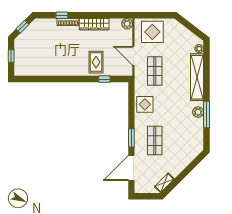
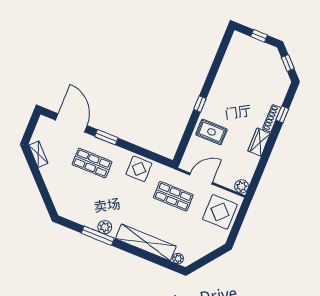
wardrobe: (94, 24) -> (259, 142), width x0.67
window: (104, 79) -> (200, 104), moved

